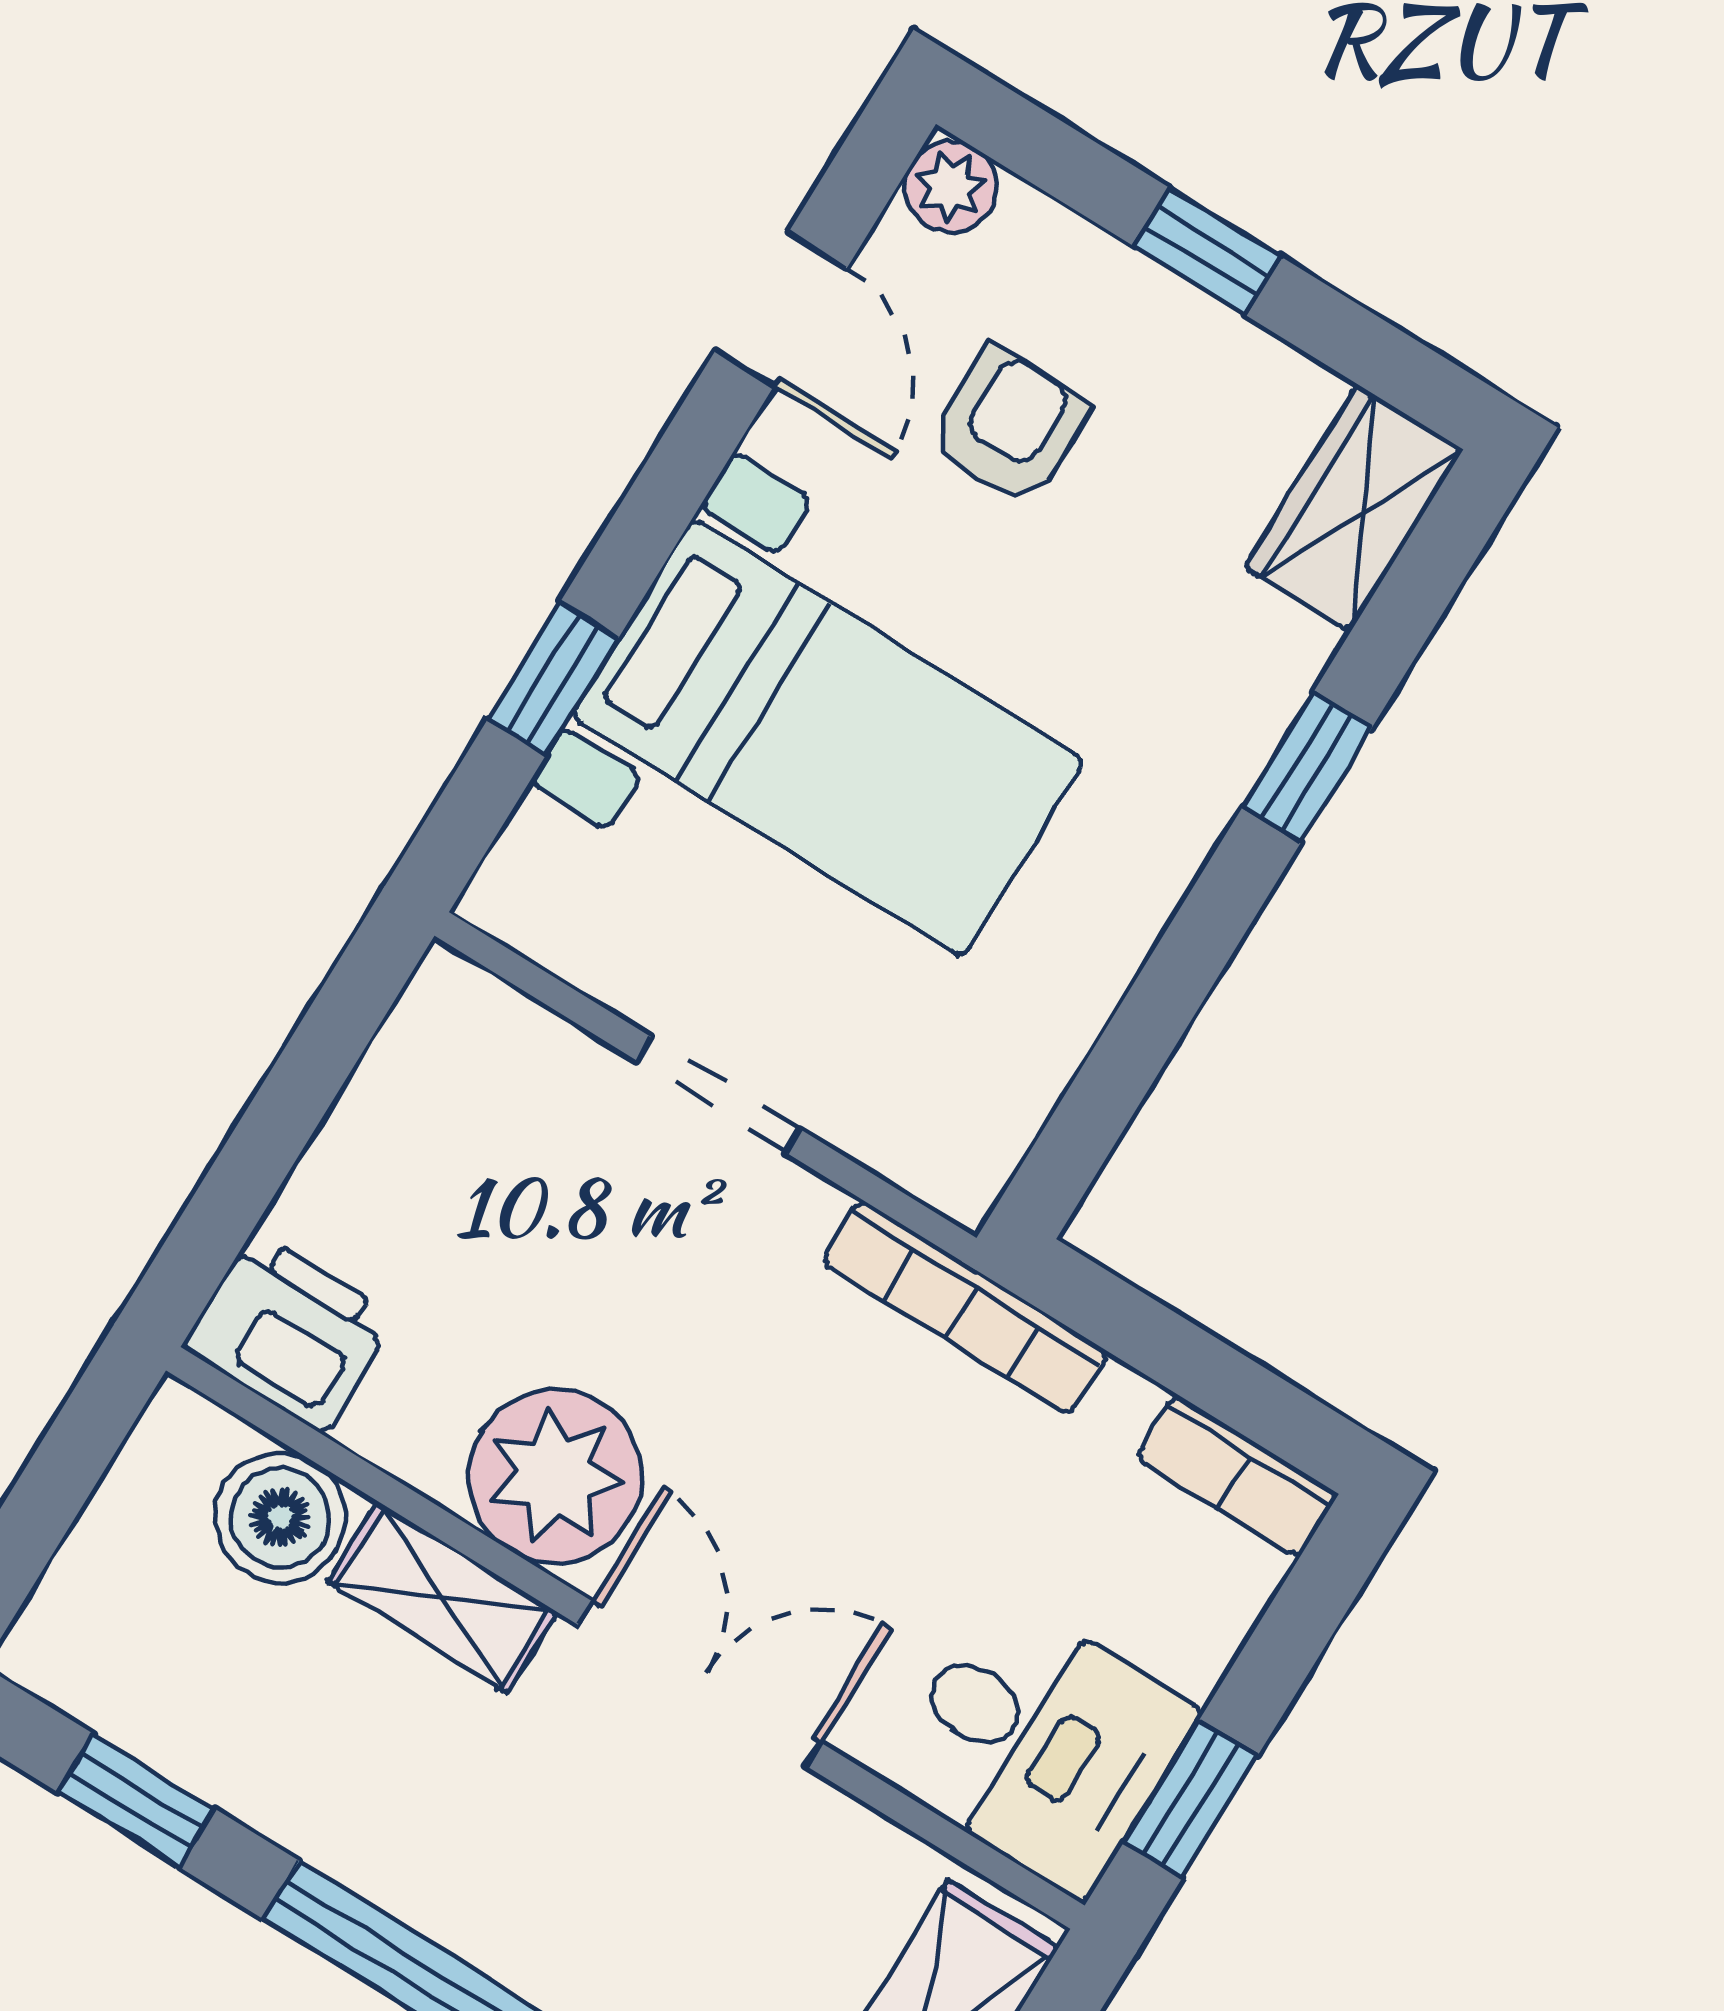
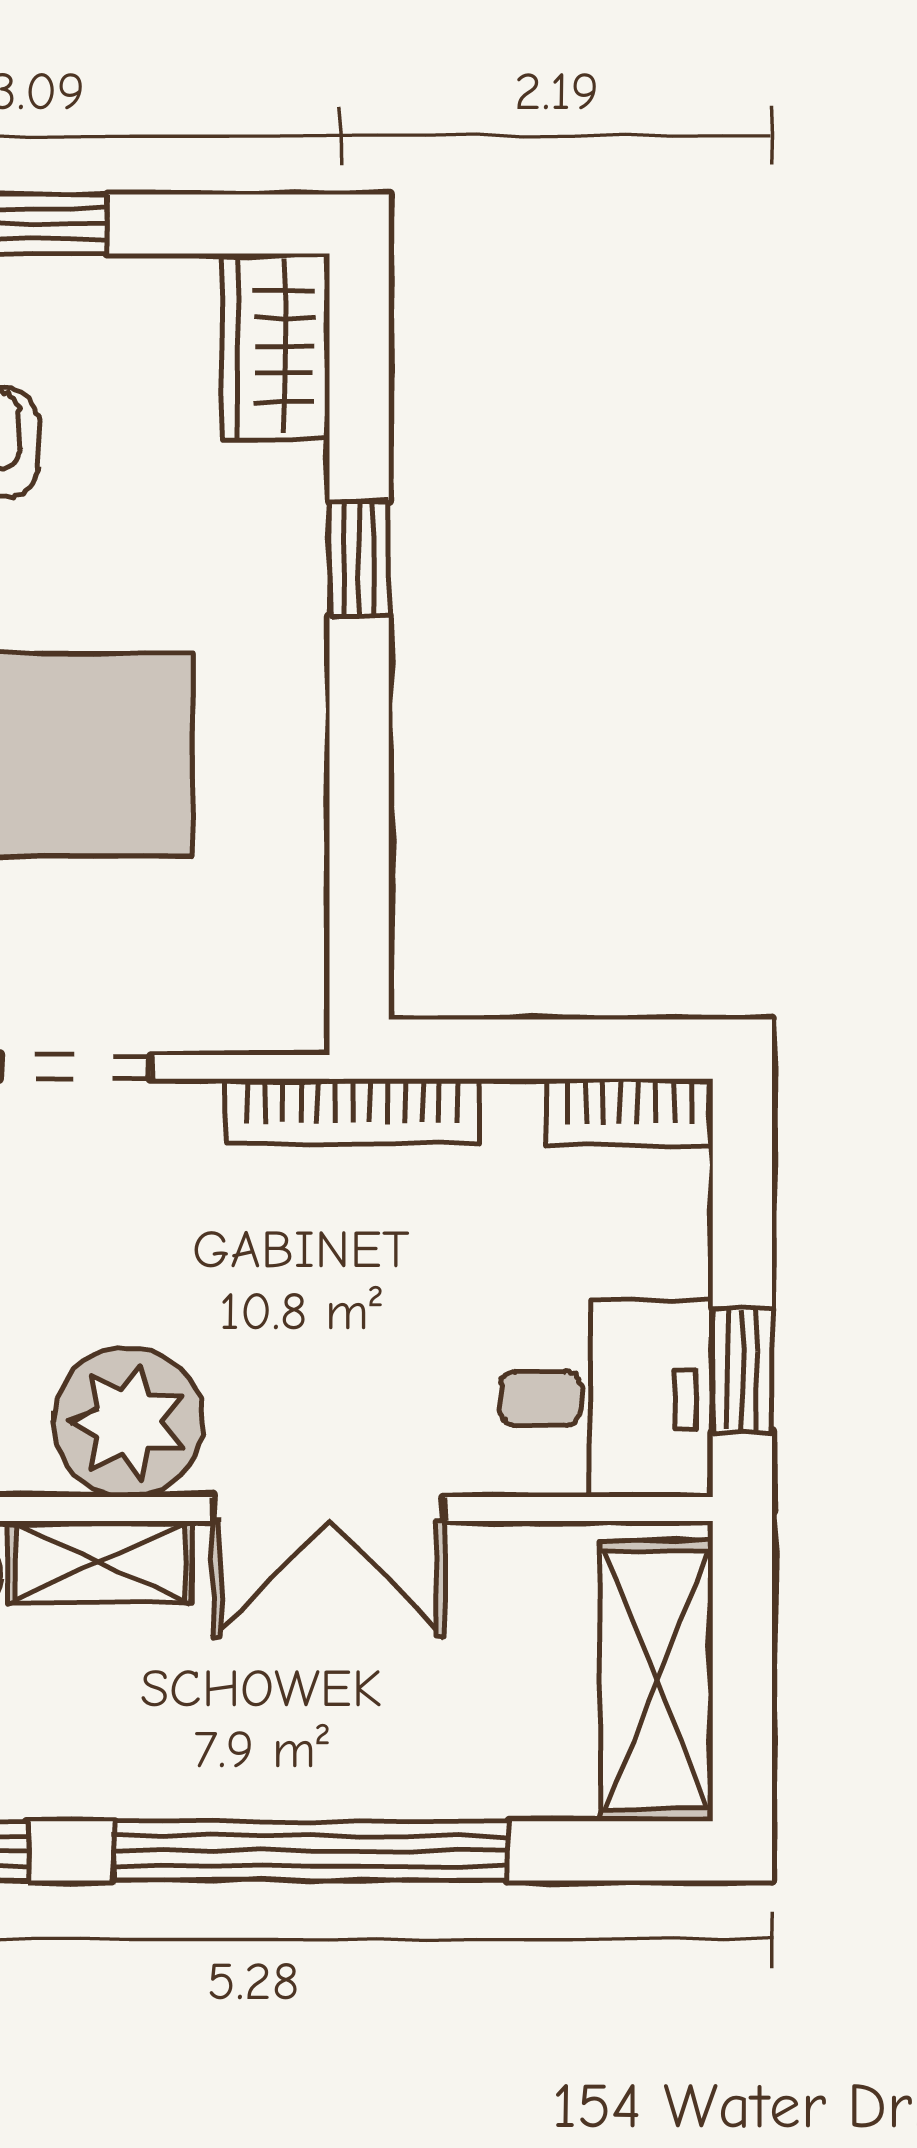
double door: (700, 1684) -> (329, 1509), swing flipped

